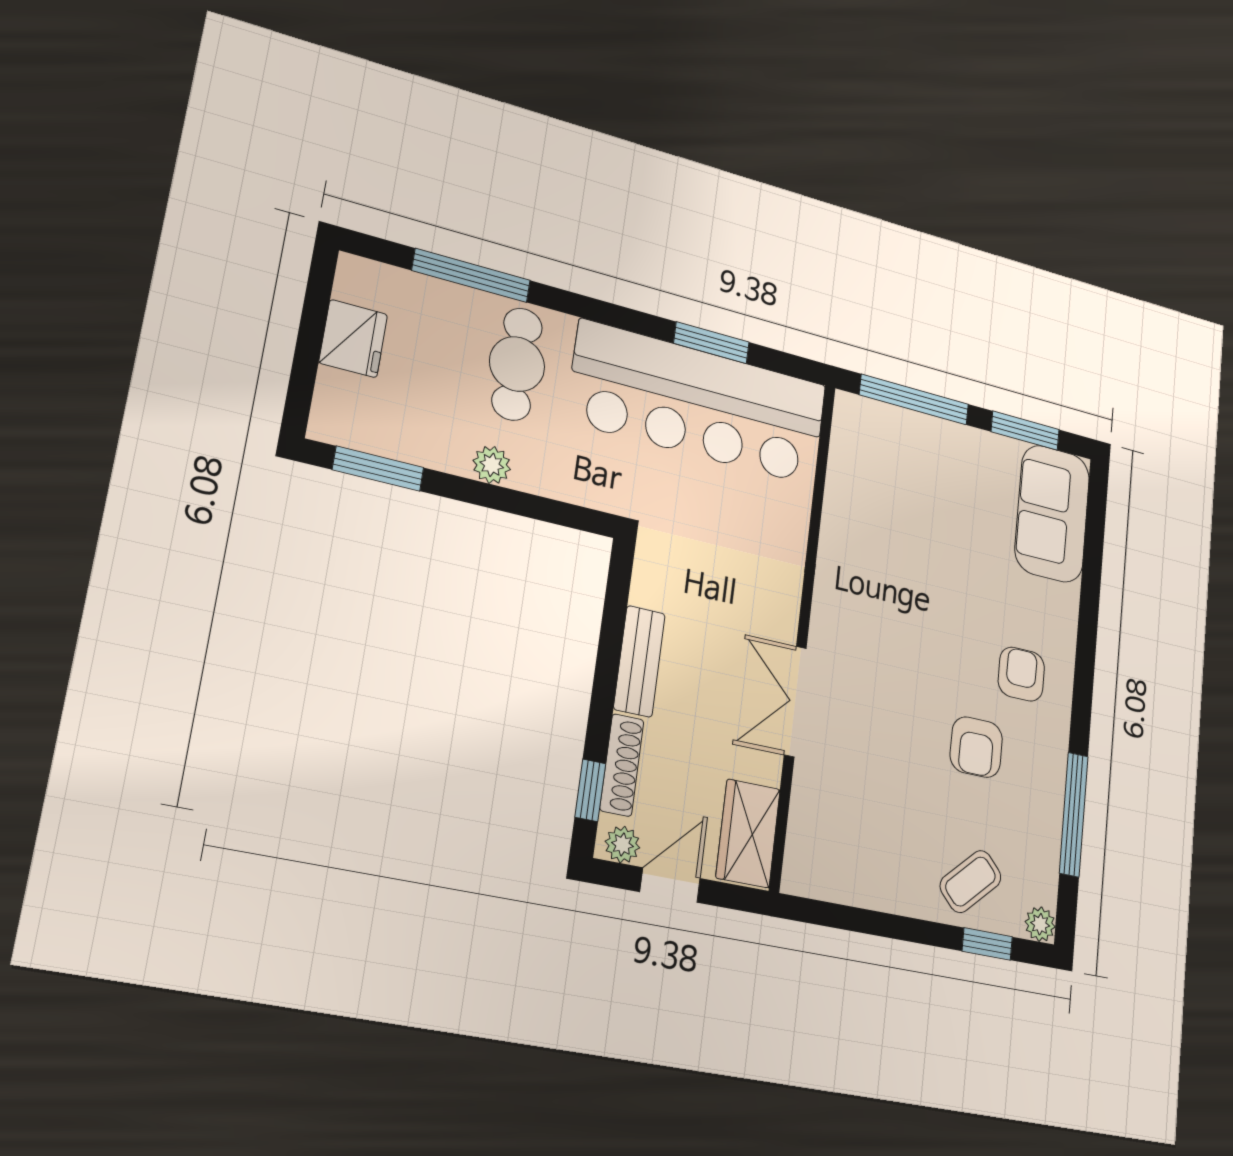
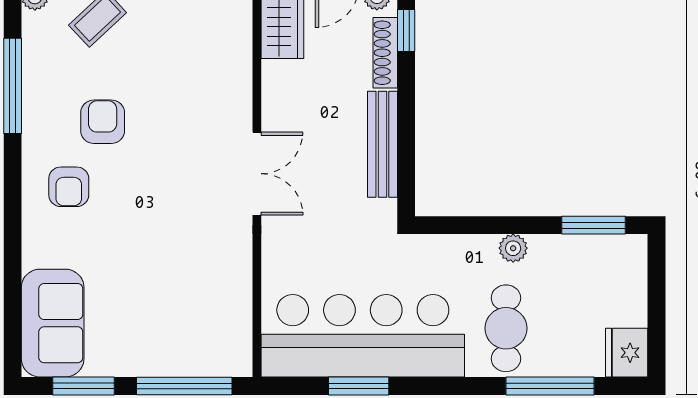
fridge: (353, 339) -> (627, 353), moved
bench: (639, 661) -> (382, 144), width x1.36
double door: (795, 701) -> (257, 174), moved

